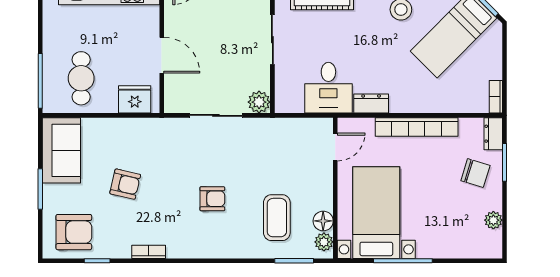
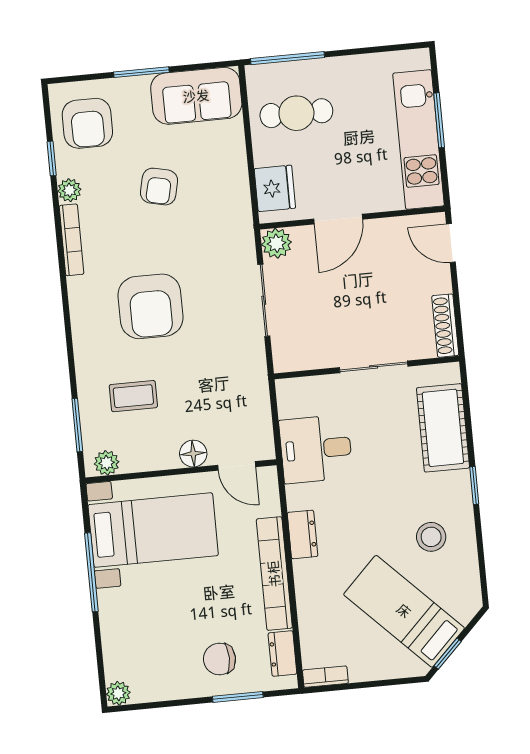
plant: (259, 102) -> (277, 243), moved
dresser: (371, 103) -> (303, 534), moved
dresser: (493, 134) -> (282, 654), moved, turned -90
chair: (475, 173) -> (220, 659), turned 73
armchair: (212, 199) -> (151, 306), width x1.88, depth x1.88
coffee table: (277, 218) -> (133, 396), width x0.73, depth x0.77
plant: (493, 220) -> (118, 693), moved
floor lamp: (323, 221) -> (193, 454), moved
plant: (122, 250) -> (69, 190), added
bookcase: (149, 252) -> (72, 240), width x1.56

